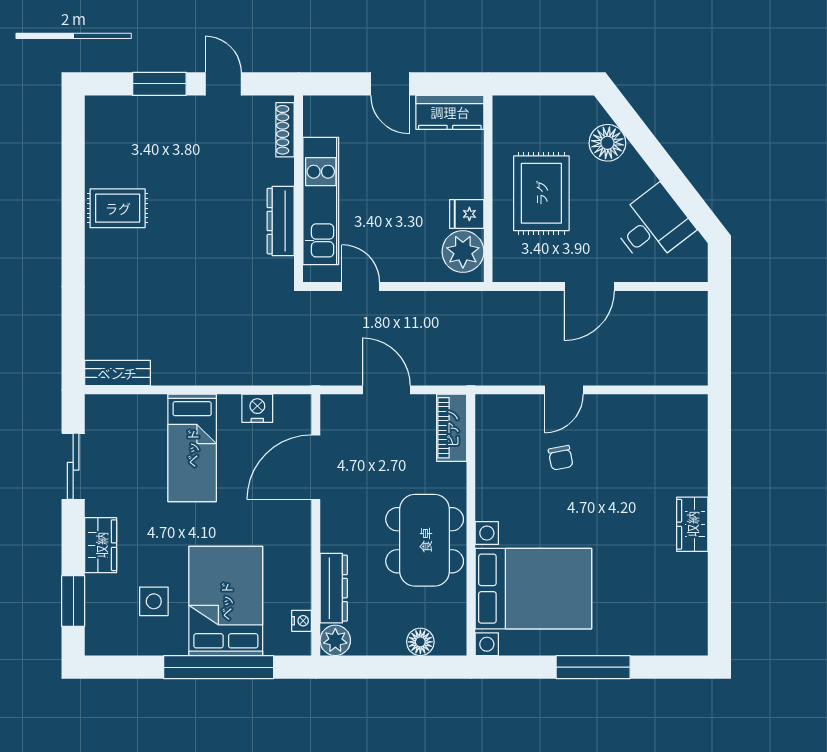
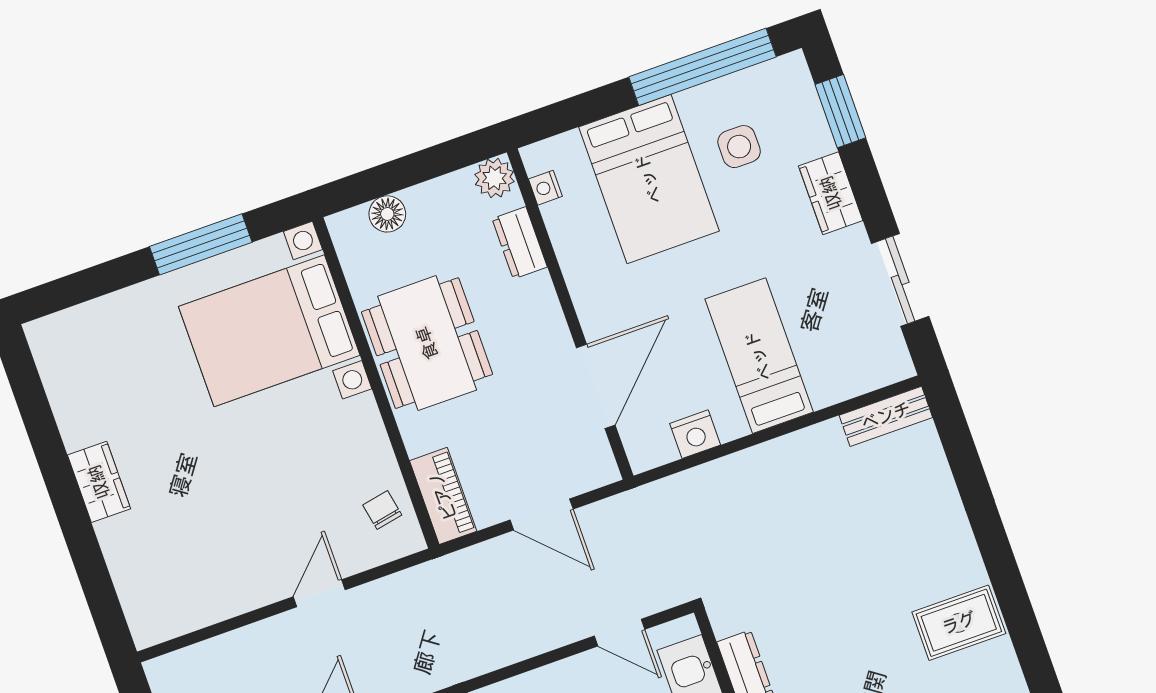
chair: (561, 458) -> (382, 510), moved
dresser: (334, 588) -> (520, 243), width x0.70
window: (219, 667) -> (702, 67), moved
window: (593, 667) -> (201, 244), moved

